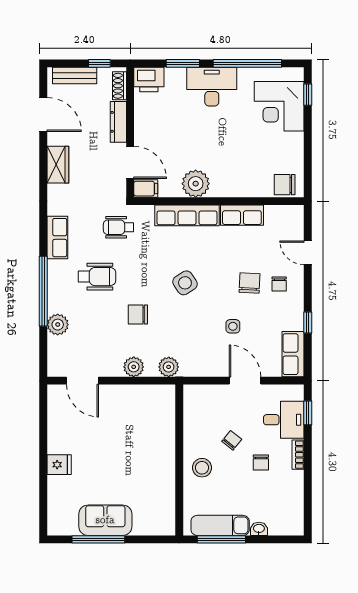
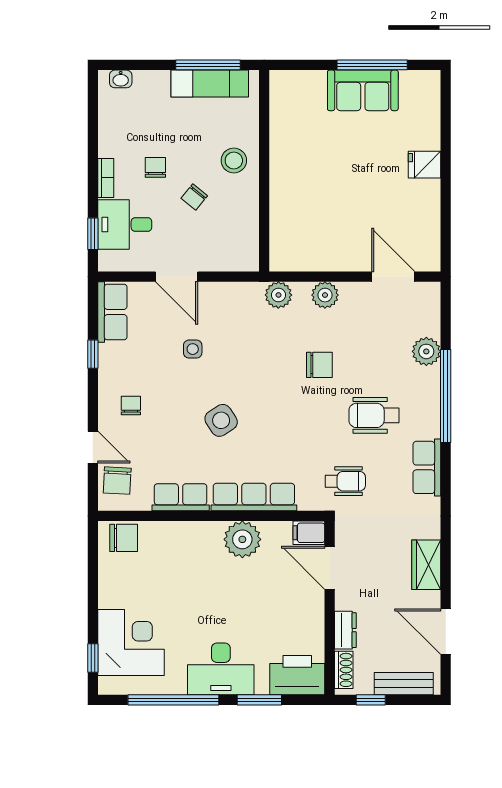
printer: (149, 79) -> (297, 675), width x1.37, depth x1.19
dresser: (118, 122) -> (345, 630), width x0.70
side table: (185, 283) -> (221, 420), moved
chair: (249, 283) -> (117, 481), moved
washbasin: (259, 529) -> (121, 79), moved

